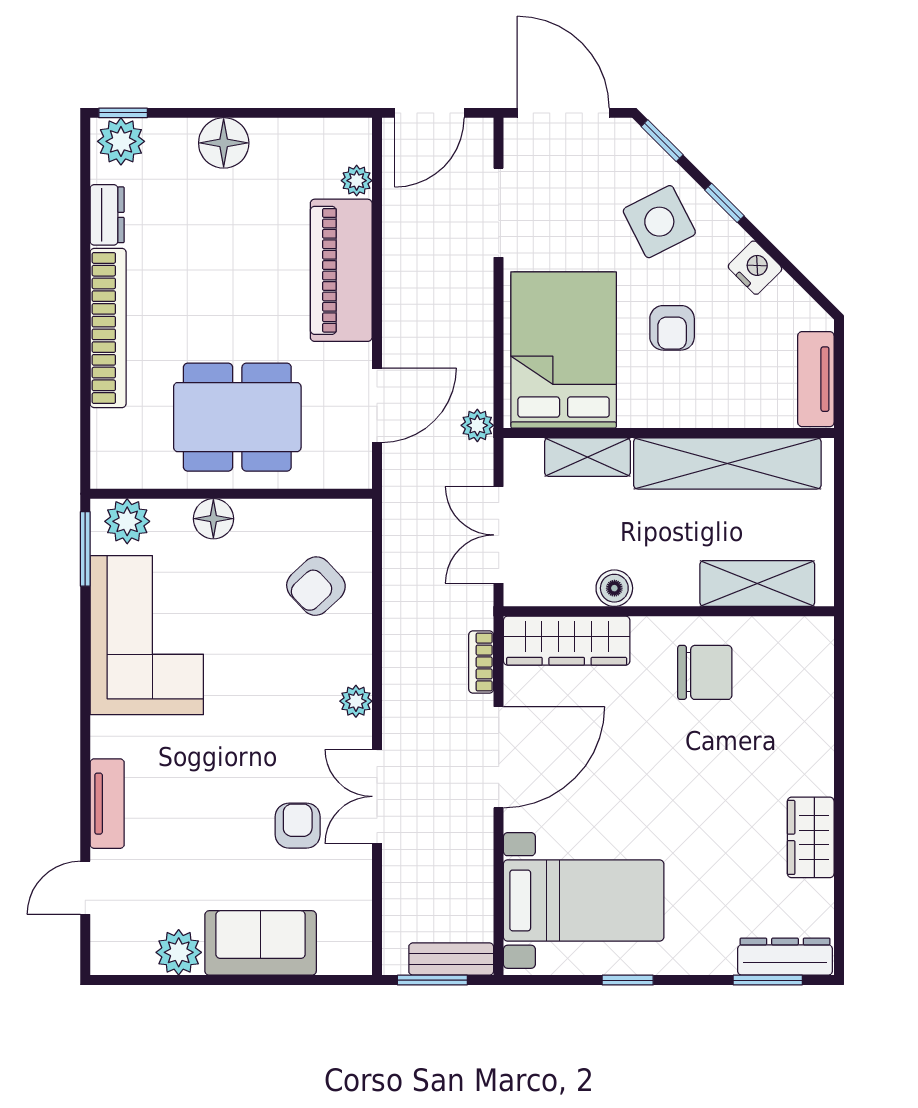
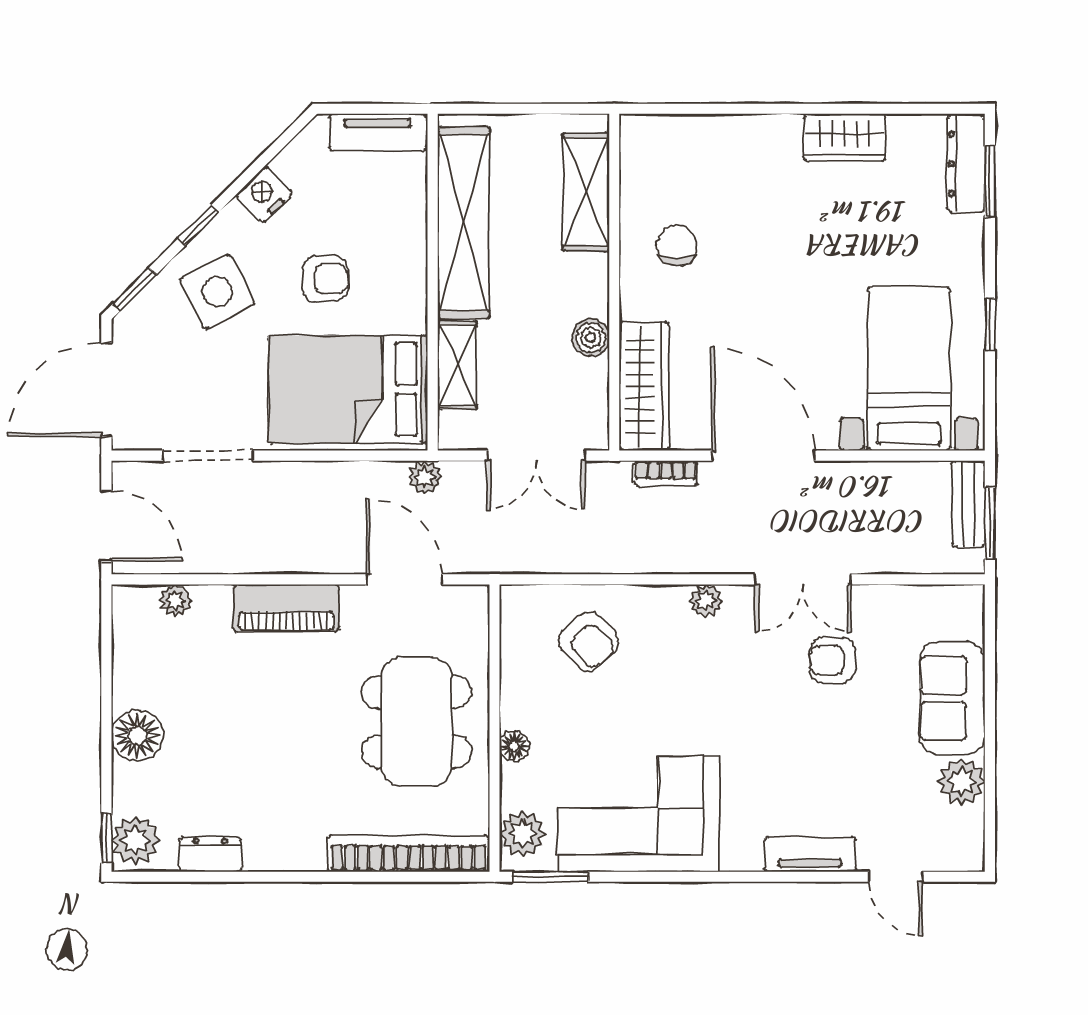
piano: (341, 270) -> (286, 608), width x0.73, depth x0.75
bookcase: (108, 328) -> (408, 853), moved
floor lamp: (213, 519) -> (514, 746), width x0.73, depth x0.73
chair: (705, 672) -> (676, 245), width x0.73, depth x0.73

